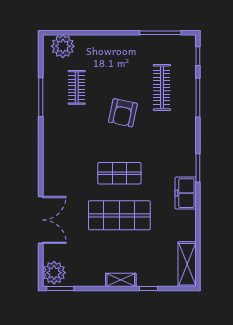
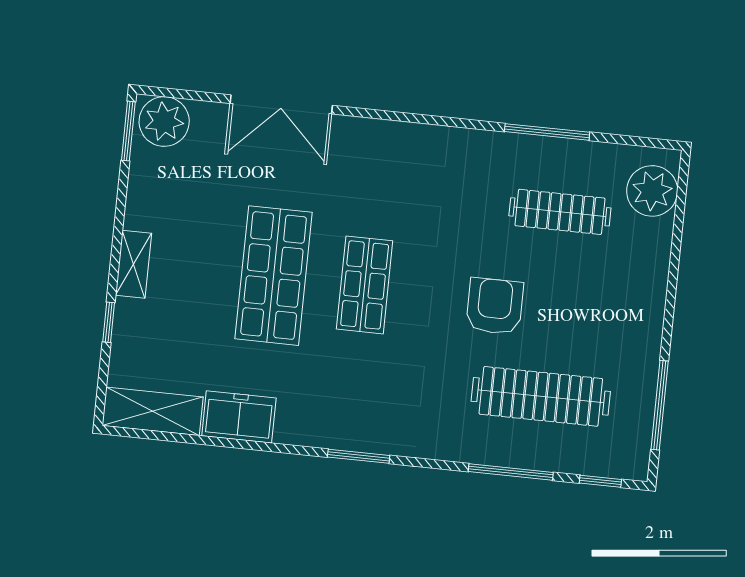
clothes rail: (77, 87) -> (560, 212), width x1.36
clothes rail: (162, 87) -> (541, 396), width x1.37, depth x1.31
armchair: (123, 113) -> (495, 306), turned 78
freezer: (186, 193) -> (239, 417), moved

